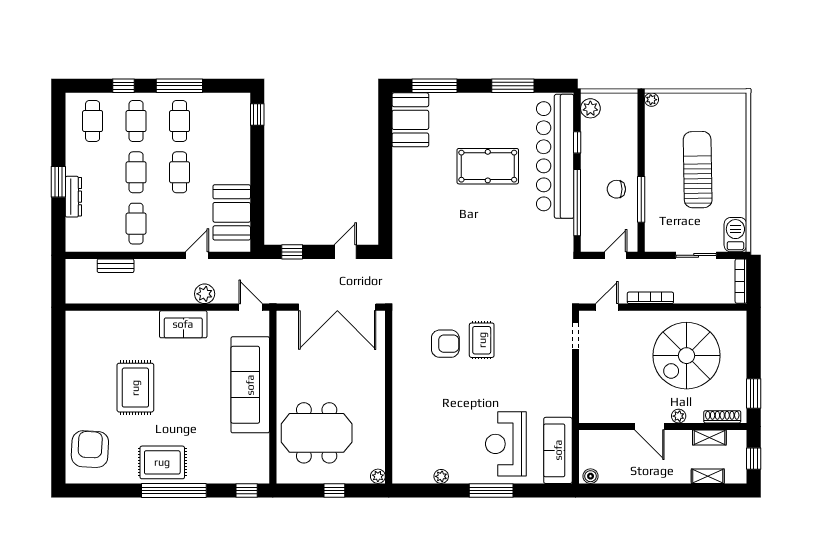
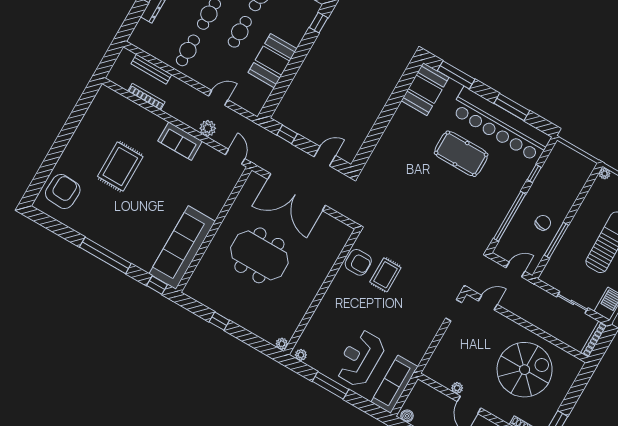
plant: (590, 108) -> (558, 155), removed
bar counter: (555, 156) -> (501, 125), moved, turned -90
chair: (616, 189) -> (543, 223), turned 100
booth: (232, 212) -> (272, 61), moved
bench: (116, 266) -> (151, 69), width x1.36
bookcase: (650, 298) -> (146, 97), moved
spiral stairs: (687, 356) -> (525, 370), turned 180
sofa: (250, 385) -> (182, 247), moved
wall: (389, 397) -> (322, 292), moved
plant: (679, 416) -> (457, 388), moved
meeting table: (317, 433) -> (259, 255), moved
rug: (162, 462) -> (109, 231), removed
plant: (378, 476) -> (282, 344), moved

